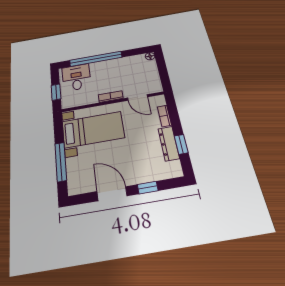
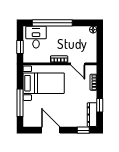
dresser: (169, 143) -> (92, 115), moved
window: (148, 188) -> (83, 130), moved

